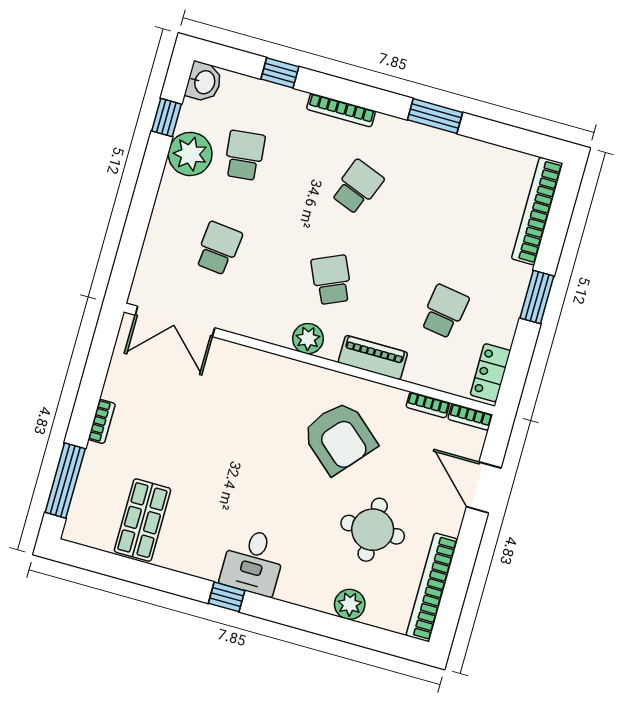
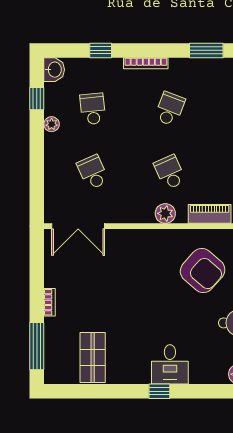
plant: (190, 154) -> (52, 124), width x0.53, depth x0.53
school desk: (218, 248) -> (93, 172), turned -30

